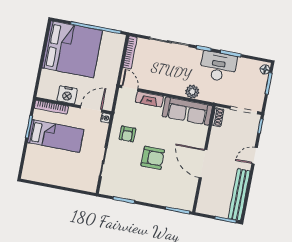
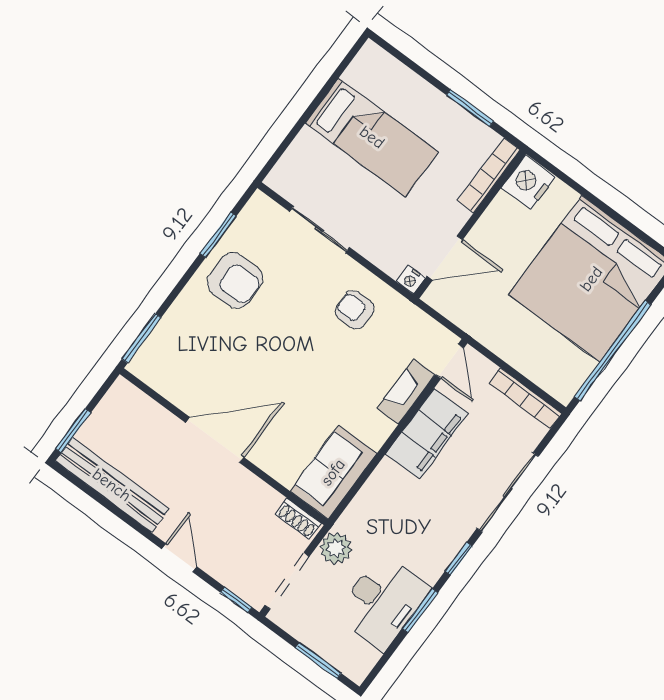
desk: (218, 67) -> (382, 602), moved
floor lamp: (265, 69) -> (352, 667), removed
filing cabinet: (162, 84) -> (427, 434), added
door: (130, 88) -> (450, 361), hinge flipped
plant: (192, 92) -> (336, 548), moved
nightstand: (67, 95) -> (528, 182), moved
door: (91, 109) -> (445, 258), hinge flipped
sofa: (187, 111) -> (333, 472), width x0.73
bed: (56, 136) -> (372, 137), moved, turned -90
armchair: (153, 158) -> (235, 280), moved, turned -90

